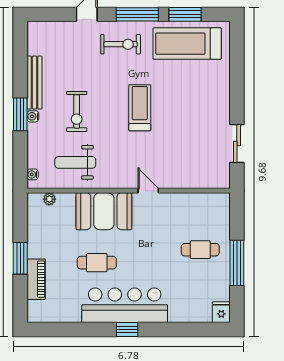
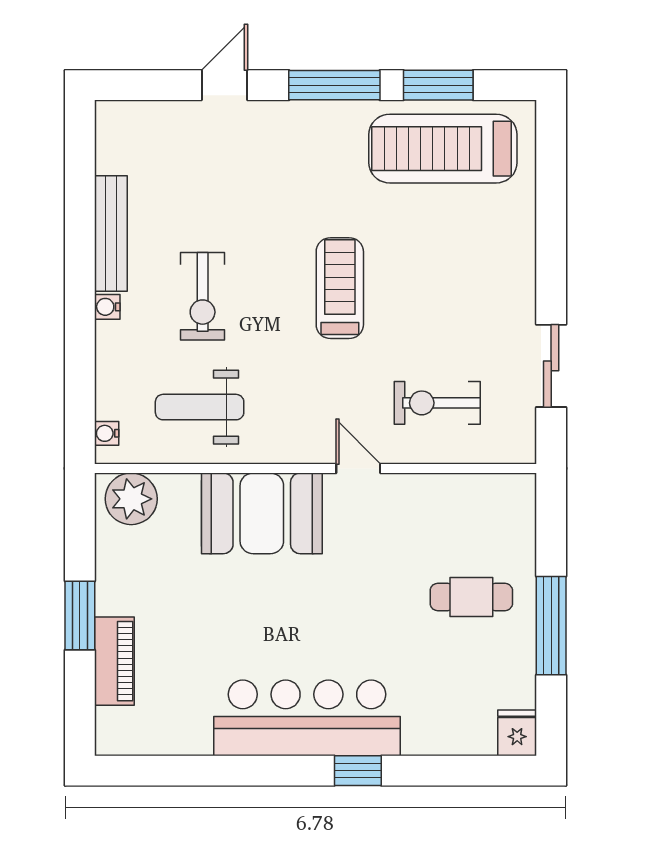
exercise bike: (121, 44) -> (437, 403), moved, turned 180
window: (20, 114) -> (80, 302), removed
plant: (49, 199) -> (131, 499), width x1.87, depth x1.87
cafe table: (97, 263) -> (246, 625), removed
window: (127, 329) -> (358, 771), moved

